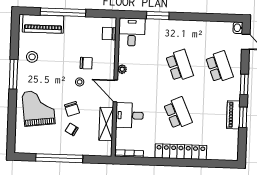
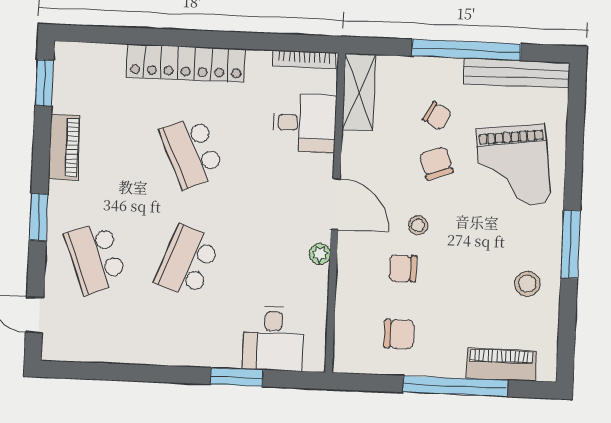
piano: (43, 24) -> (501, 365), width x0.73, depth x0.75
washbasin: (238, 28) -> (52, 348), removed
desk: (132, 32) -> (273, 338), moved
chair: (109, 34) -> (399, 334), moved
school desk: (180, 66) -> (187, 262), turned 42
desk: (130, 115) -> (305, 123), moved
window: (243, 117) -> (44, 83), moved
shelving: (106, 124) -> (359, 92), moved
bench: (37, 148) -> (517, 73), added

